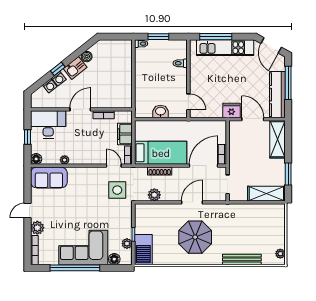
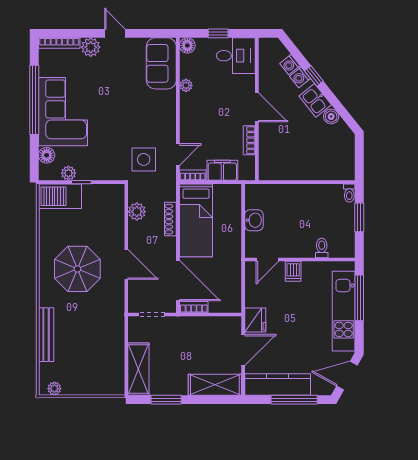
dishwasher: (197, 84) -> (293, 271), added
desk: (48, 124) -> (236, 56), width x0.73

